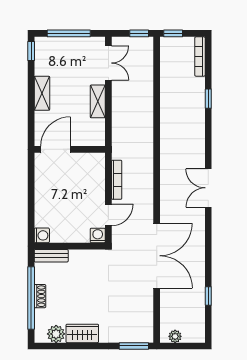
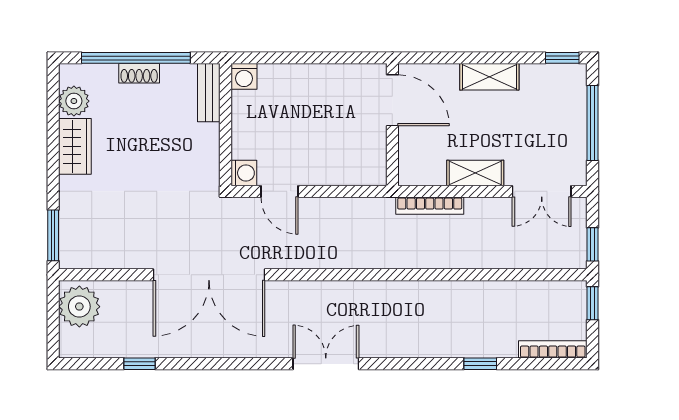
bookcase: (117, 180) -> (430, 206), moved
plant: (175, 336) -> (79, 307), width x1.88, depth x1.88

